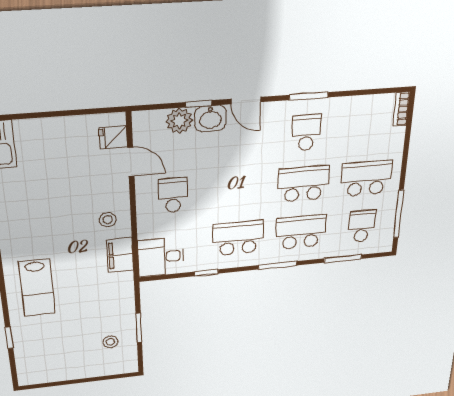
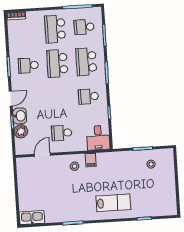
fridge: (113, 137) -> (29, 164), removed
school desk: (238, 238) -> (88, 96), width x0.54
filing cabinet: (120, 255) -> (91, 160), width x0.50

